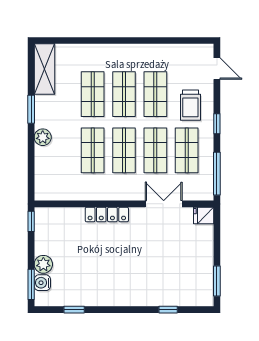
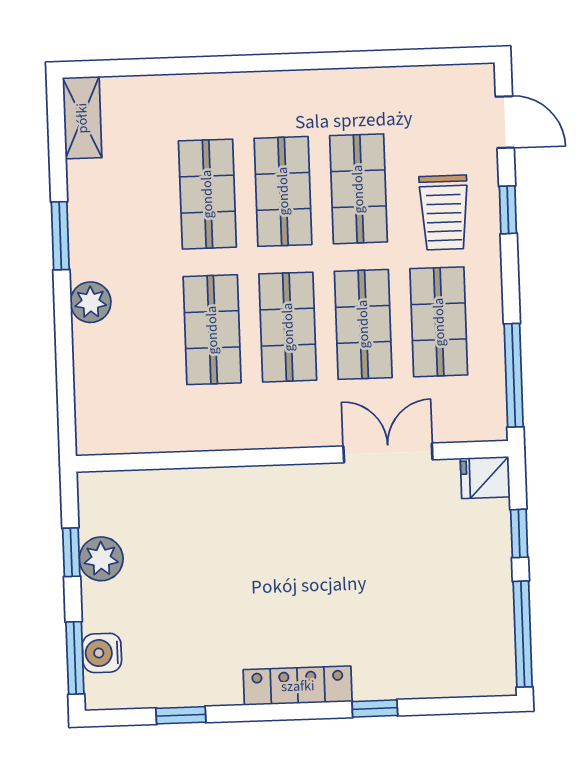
shelving: (44, 69) -> (82, 118), width x0.67, depth x0.75
window: (217, 124) -> (508, 210), moved
locker: (107, 215) -> (298, 686), moved, turned 180
window: (31, 221) -> (71, 552), moved
window: (217, 239) -> (519, 533), added
plant: (43, 264) -> (101, 559), moved
window: (217, 281) -> (523, 634), width x1.44
window: (168, 310) -> (375, 709), moved

